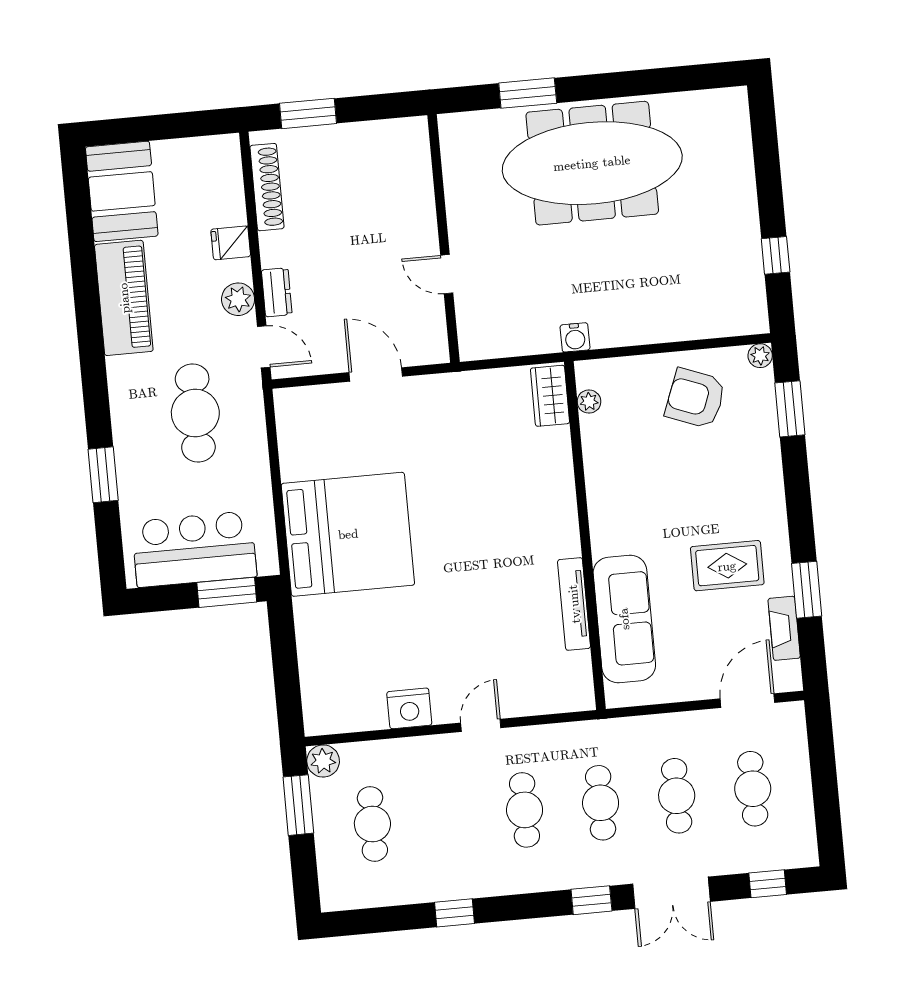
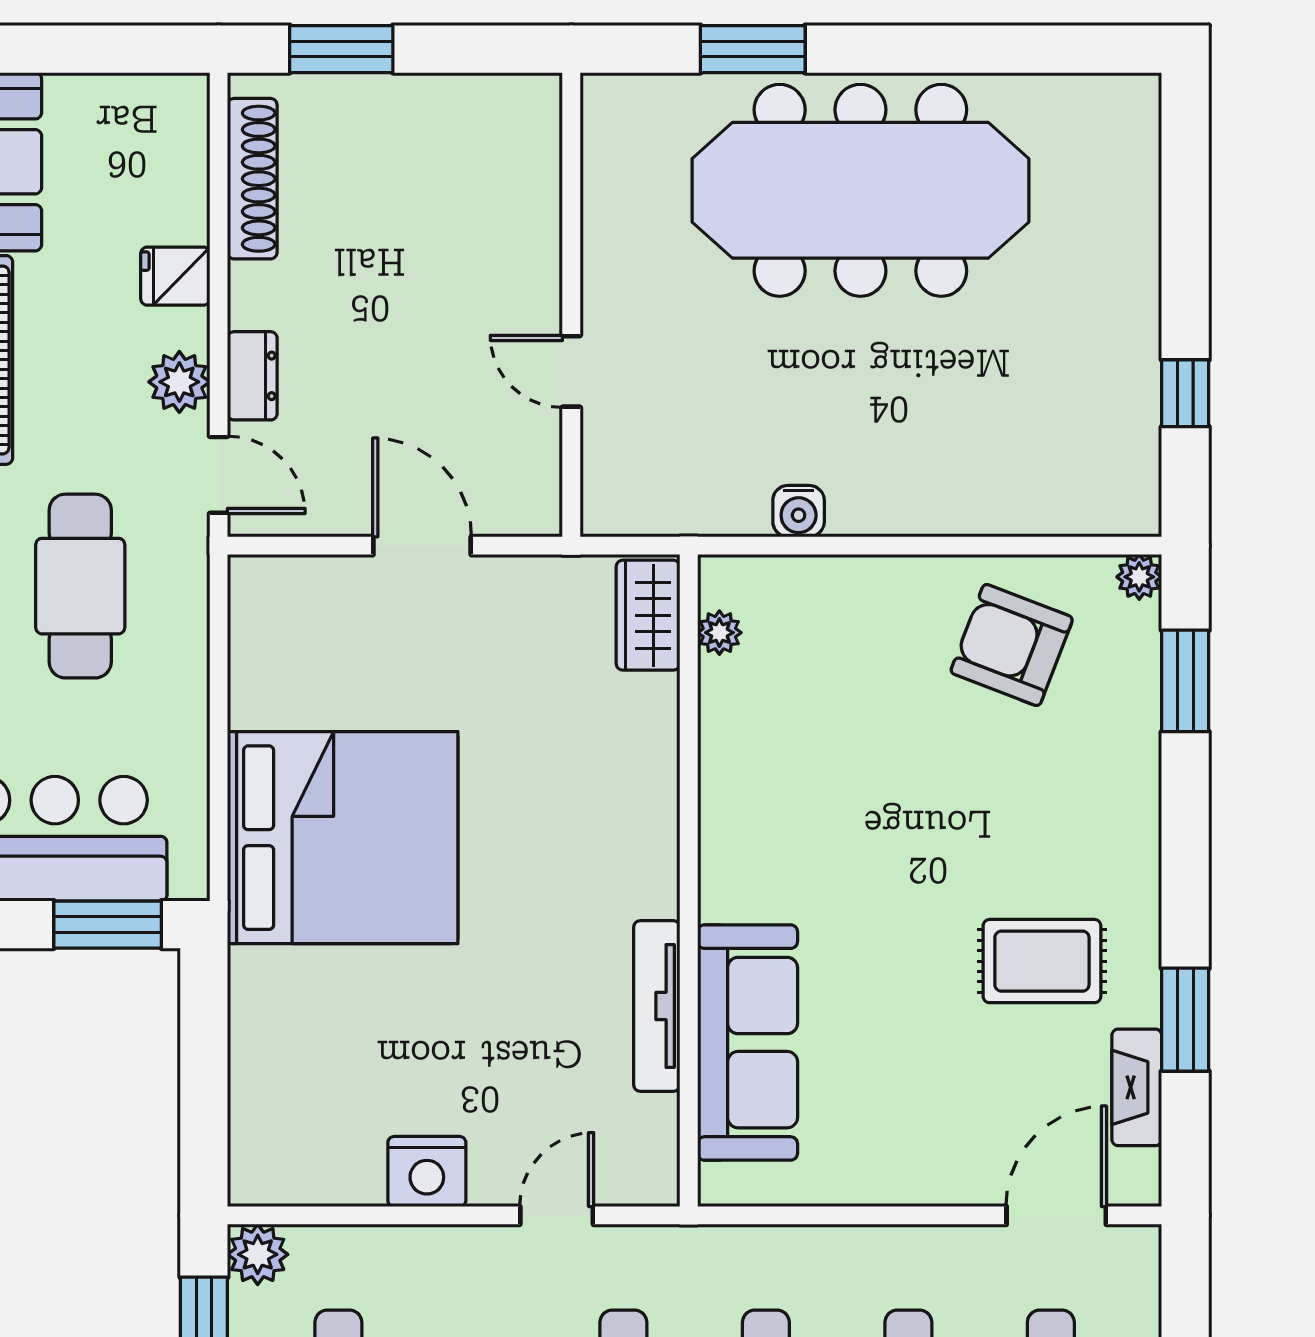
wardrobe: (550, 396) -> (648, 615), moved
plant: (589, 402) -> (719, 633), moved
wall: (585, 535) -> (689, 881), moved
tv unit: (574, 604) -> (657, 1006), moved
sofa: (624, 619) -> (748, 1043), moved

